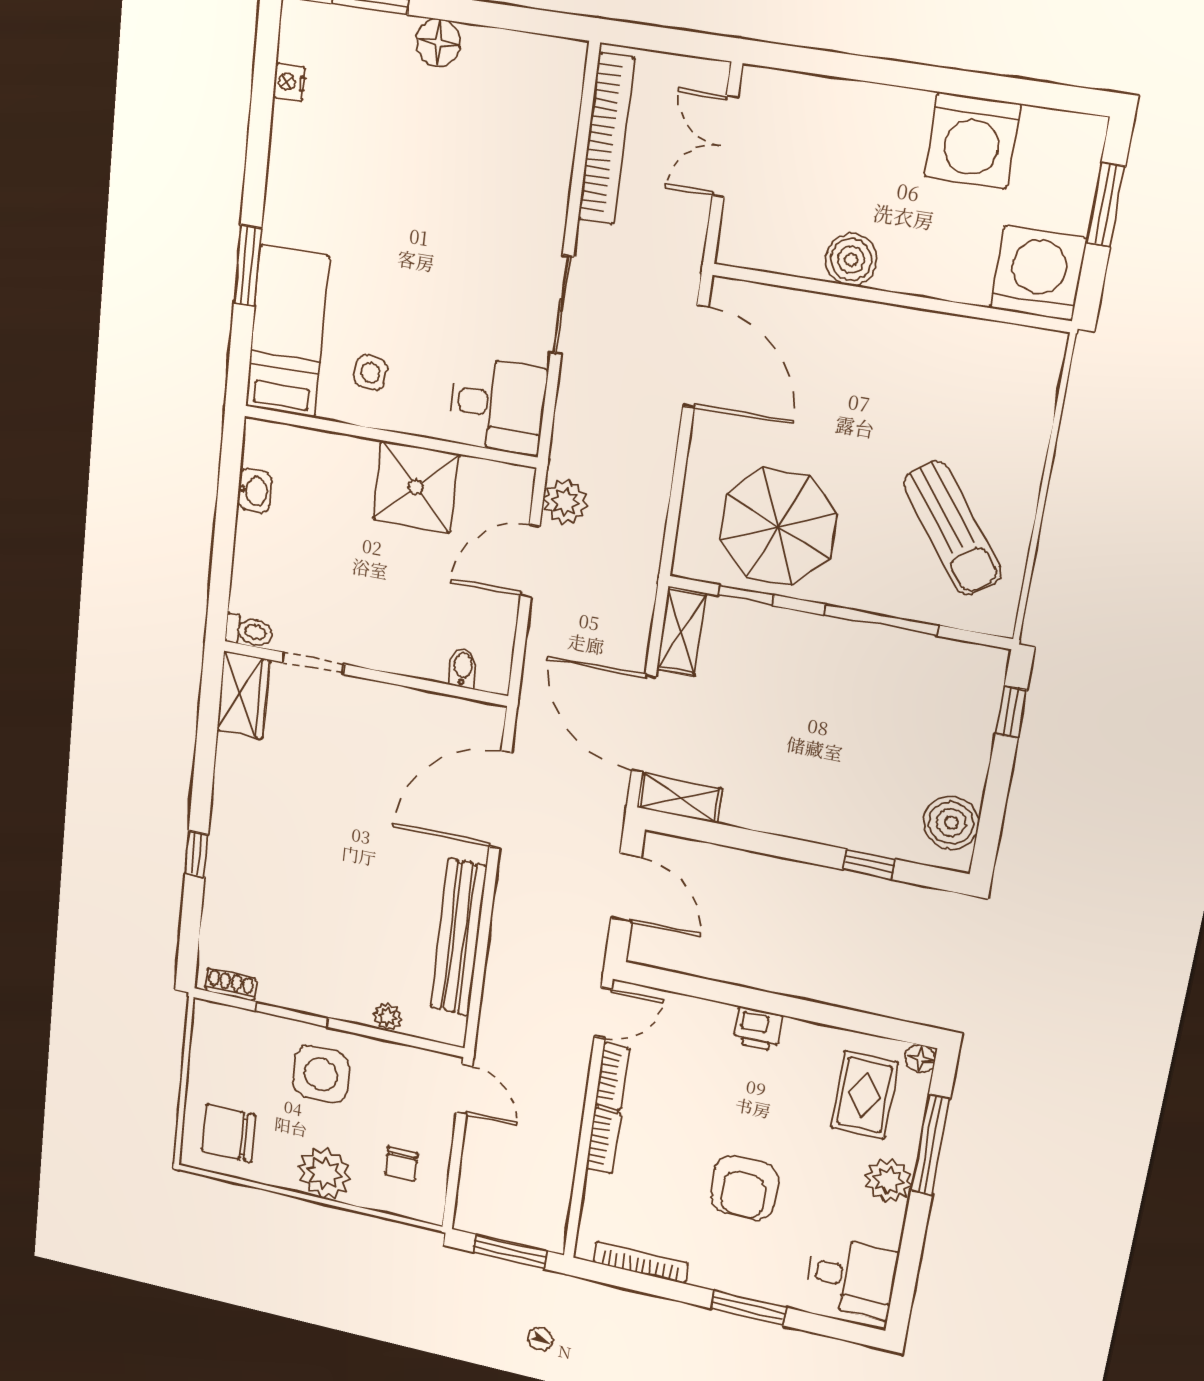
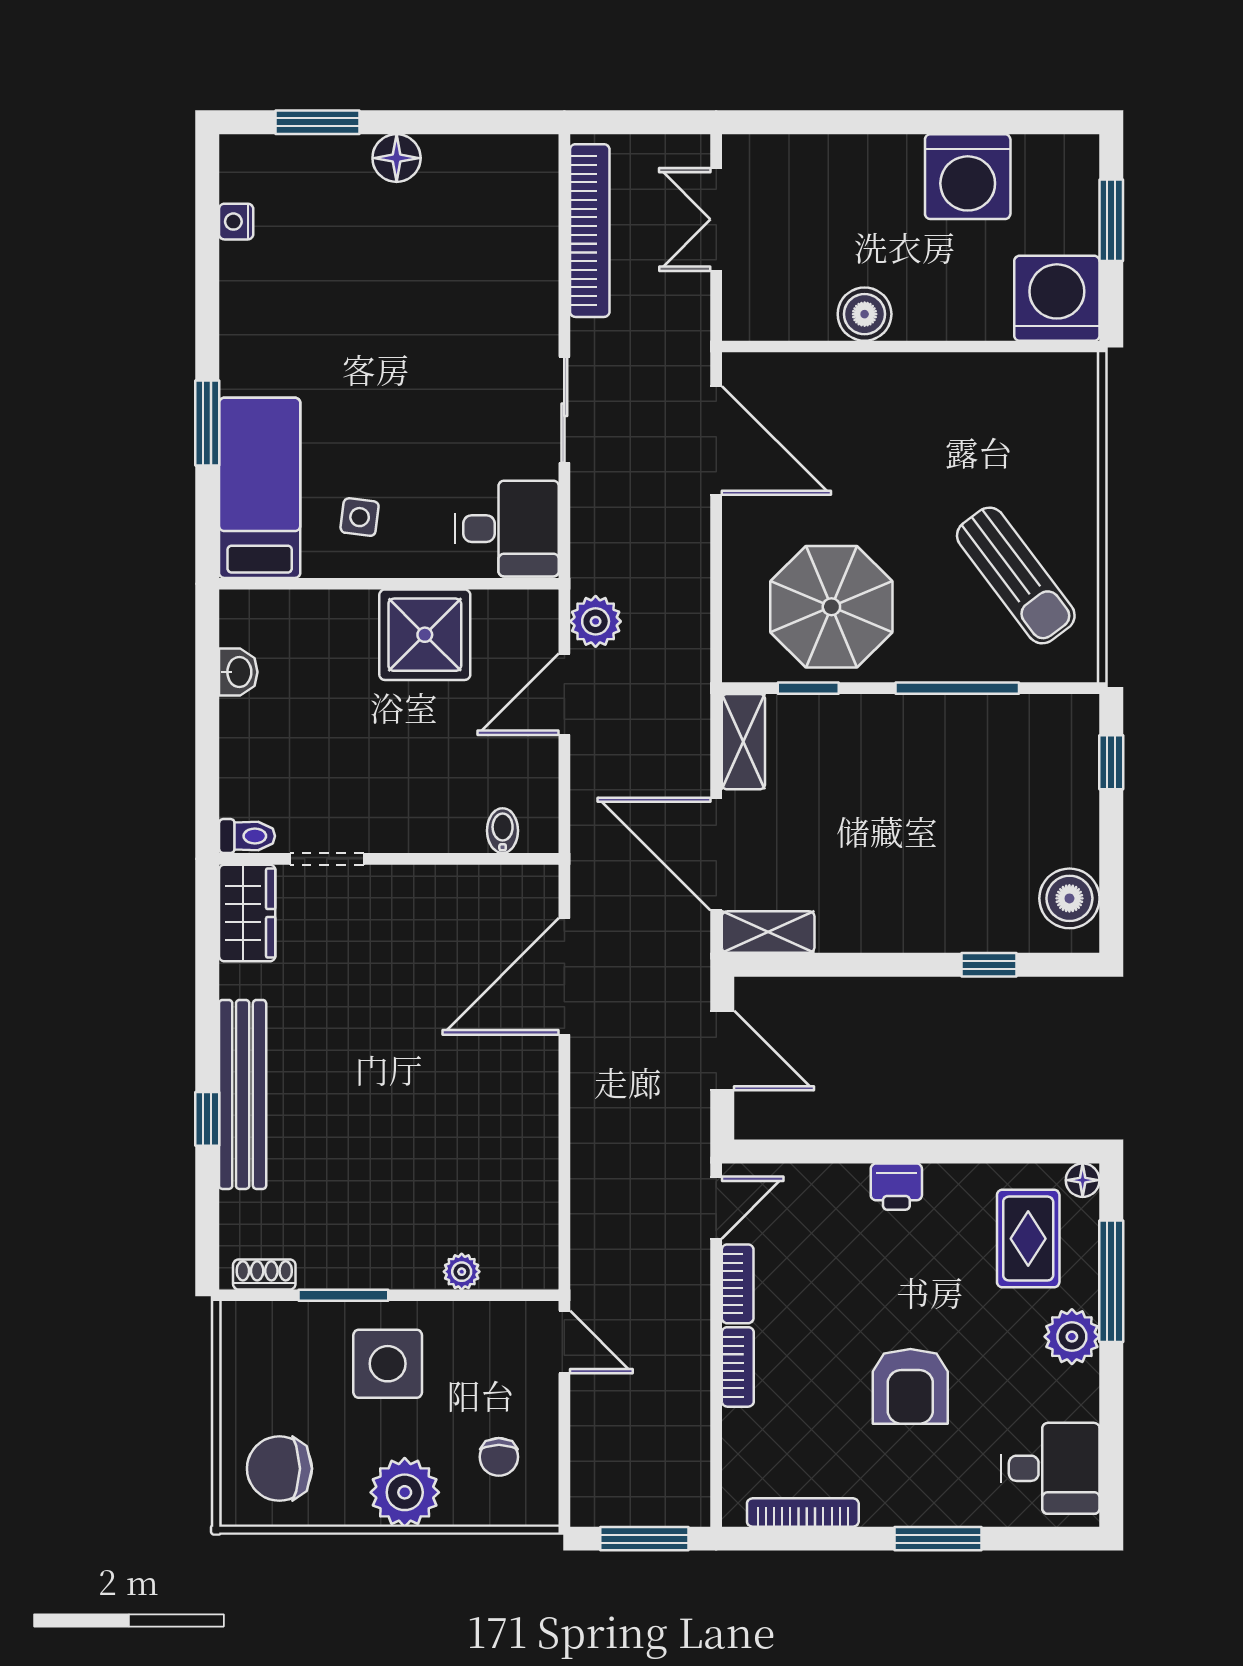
bench: (459, 937) -> (243, 1094), moved

